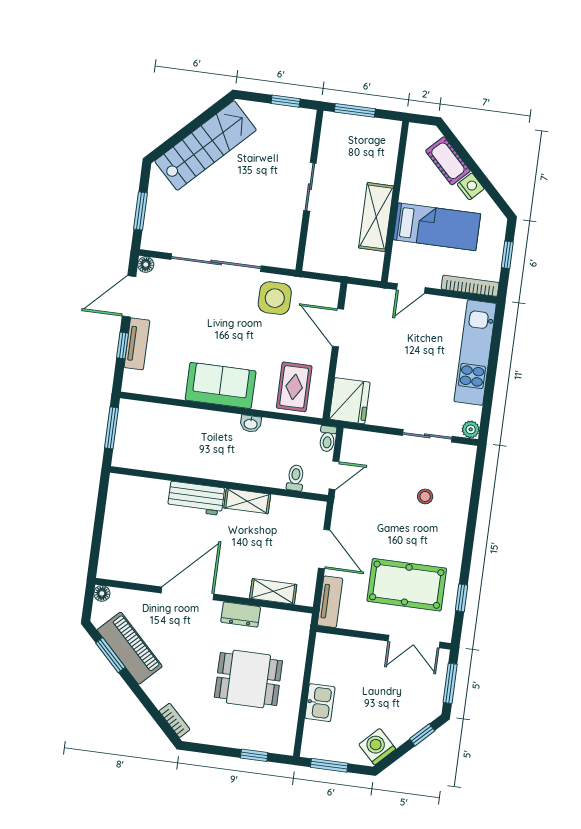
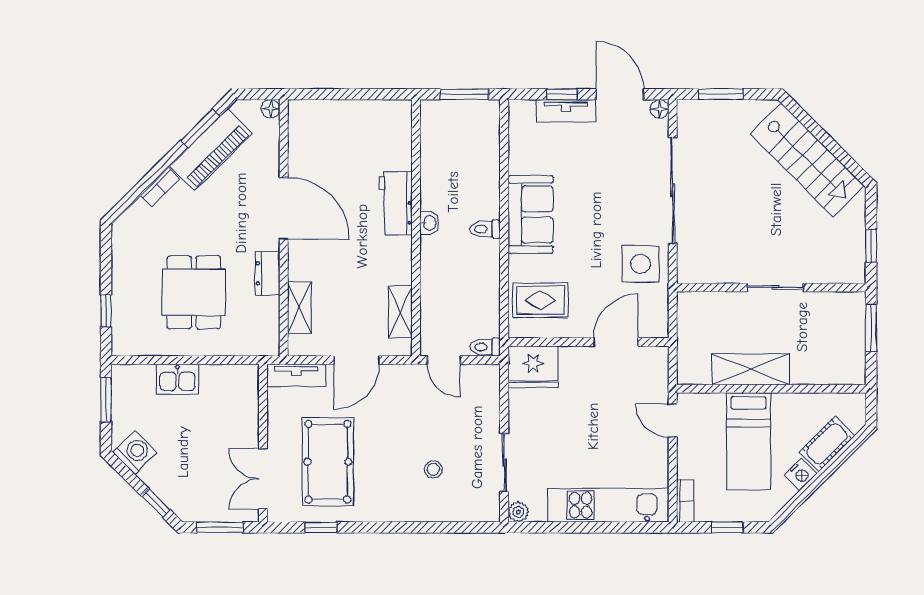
bookcase: (470, 286) -> (685, 501), width x0.64
washbasin: (251, 424) -> (429, 223), moved, turned 180
toilet: (295, 478) -> (485, 229), moved, turned 180
shelving: (247, 501) -> (400, 312), moved
bookcase: (174, 720) -> (160, 187), moved

